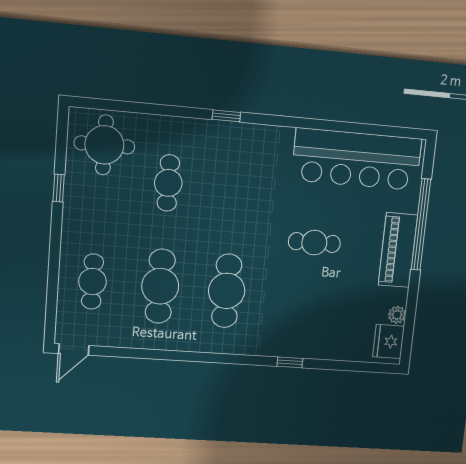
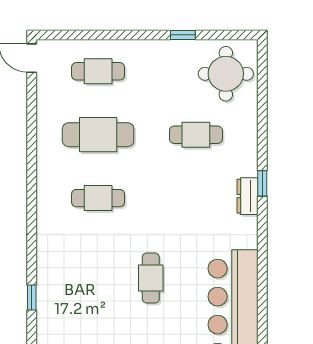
dresser: (239, 133) -> (247, 196), added
cafe table: (227, 291) -> (98, 198), width x0.73, depth x0.74
window: (290, 362) -> (32, 297), moved

